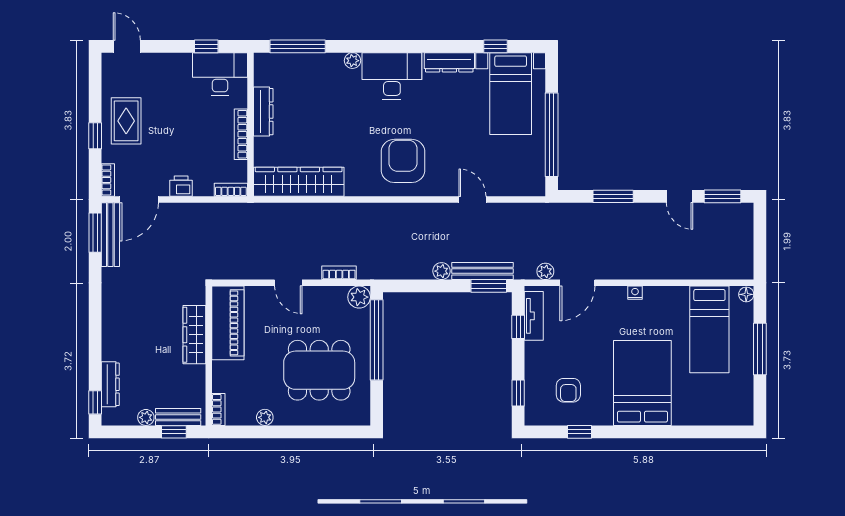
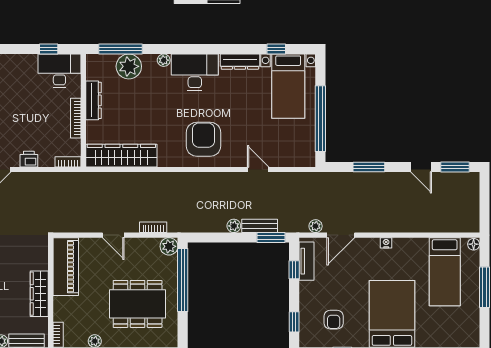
plant: (308, 69) -> (129, 66), added
bench: (482, 271) -> (260, 226), width x0.73
wardrobe: (194, 335) -> (39, 294), moved

